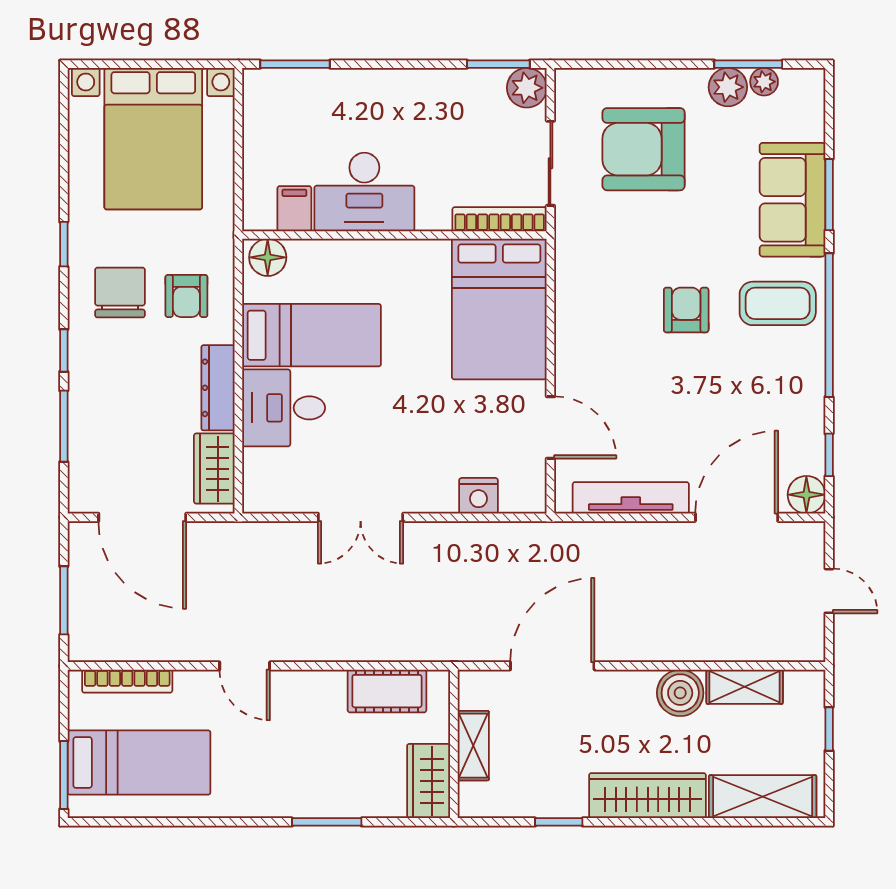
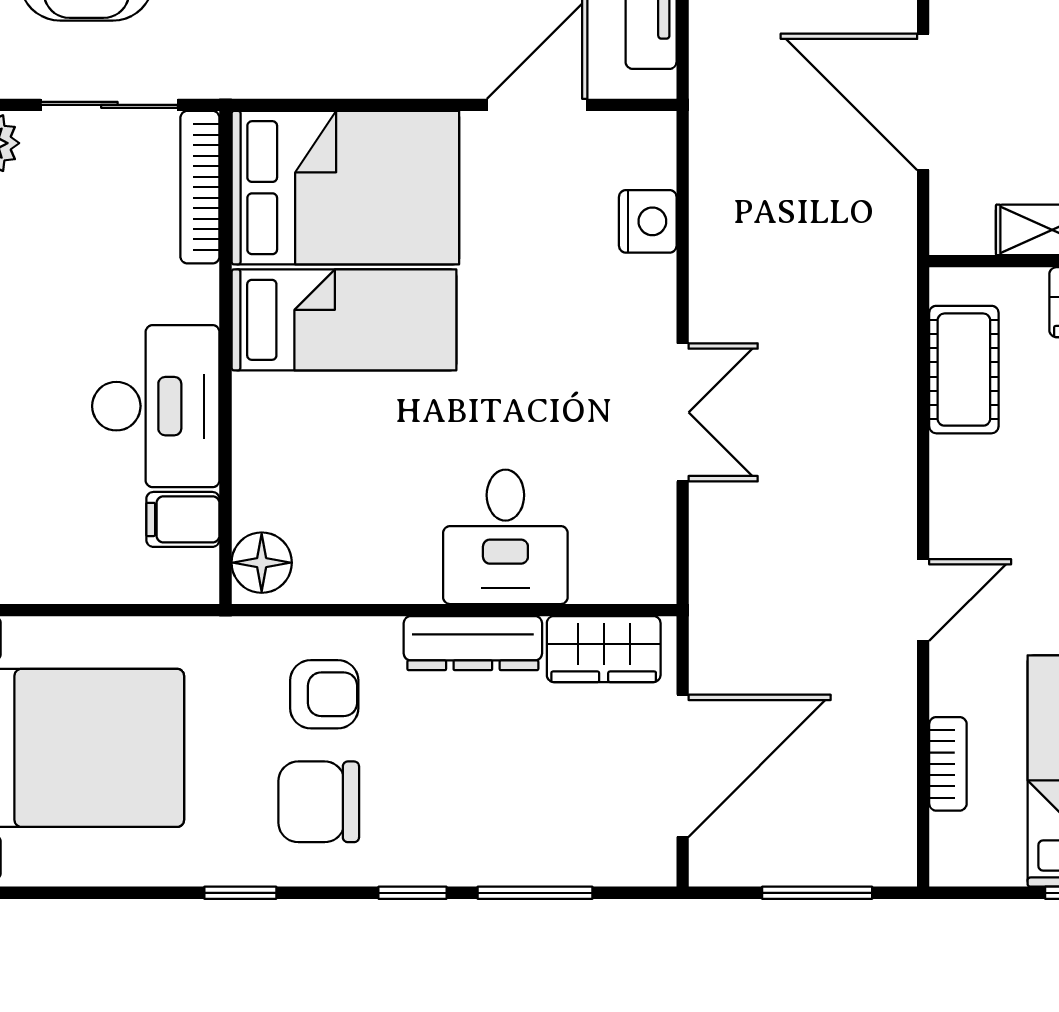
bed: (312, 335) -> (344, 320), moved, turned 90
bookcase: (127, 681) -> (948, 764), width x0.64

